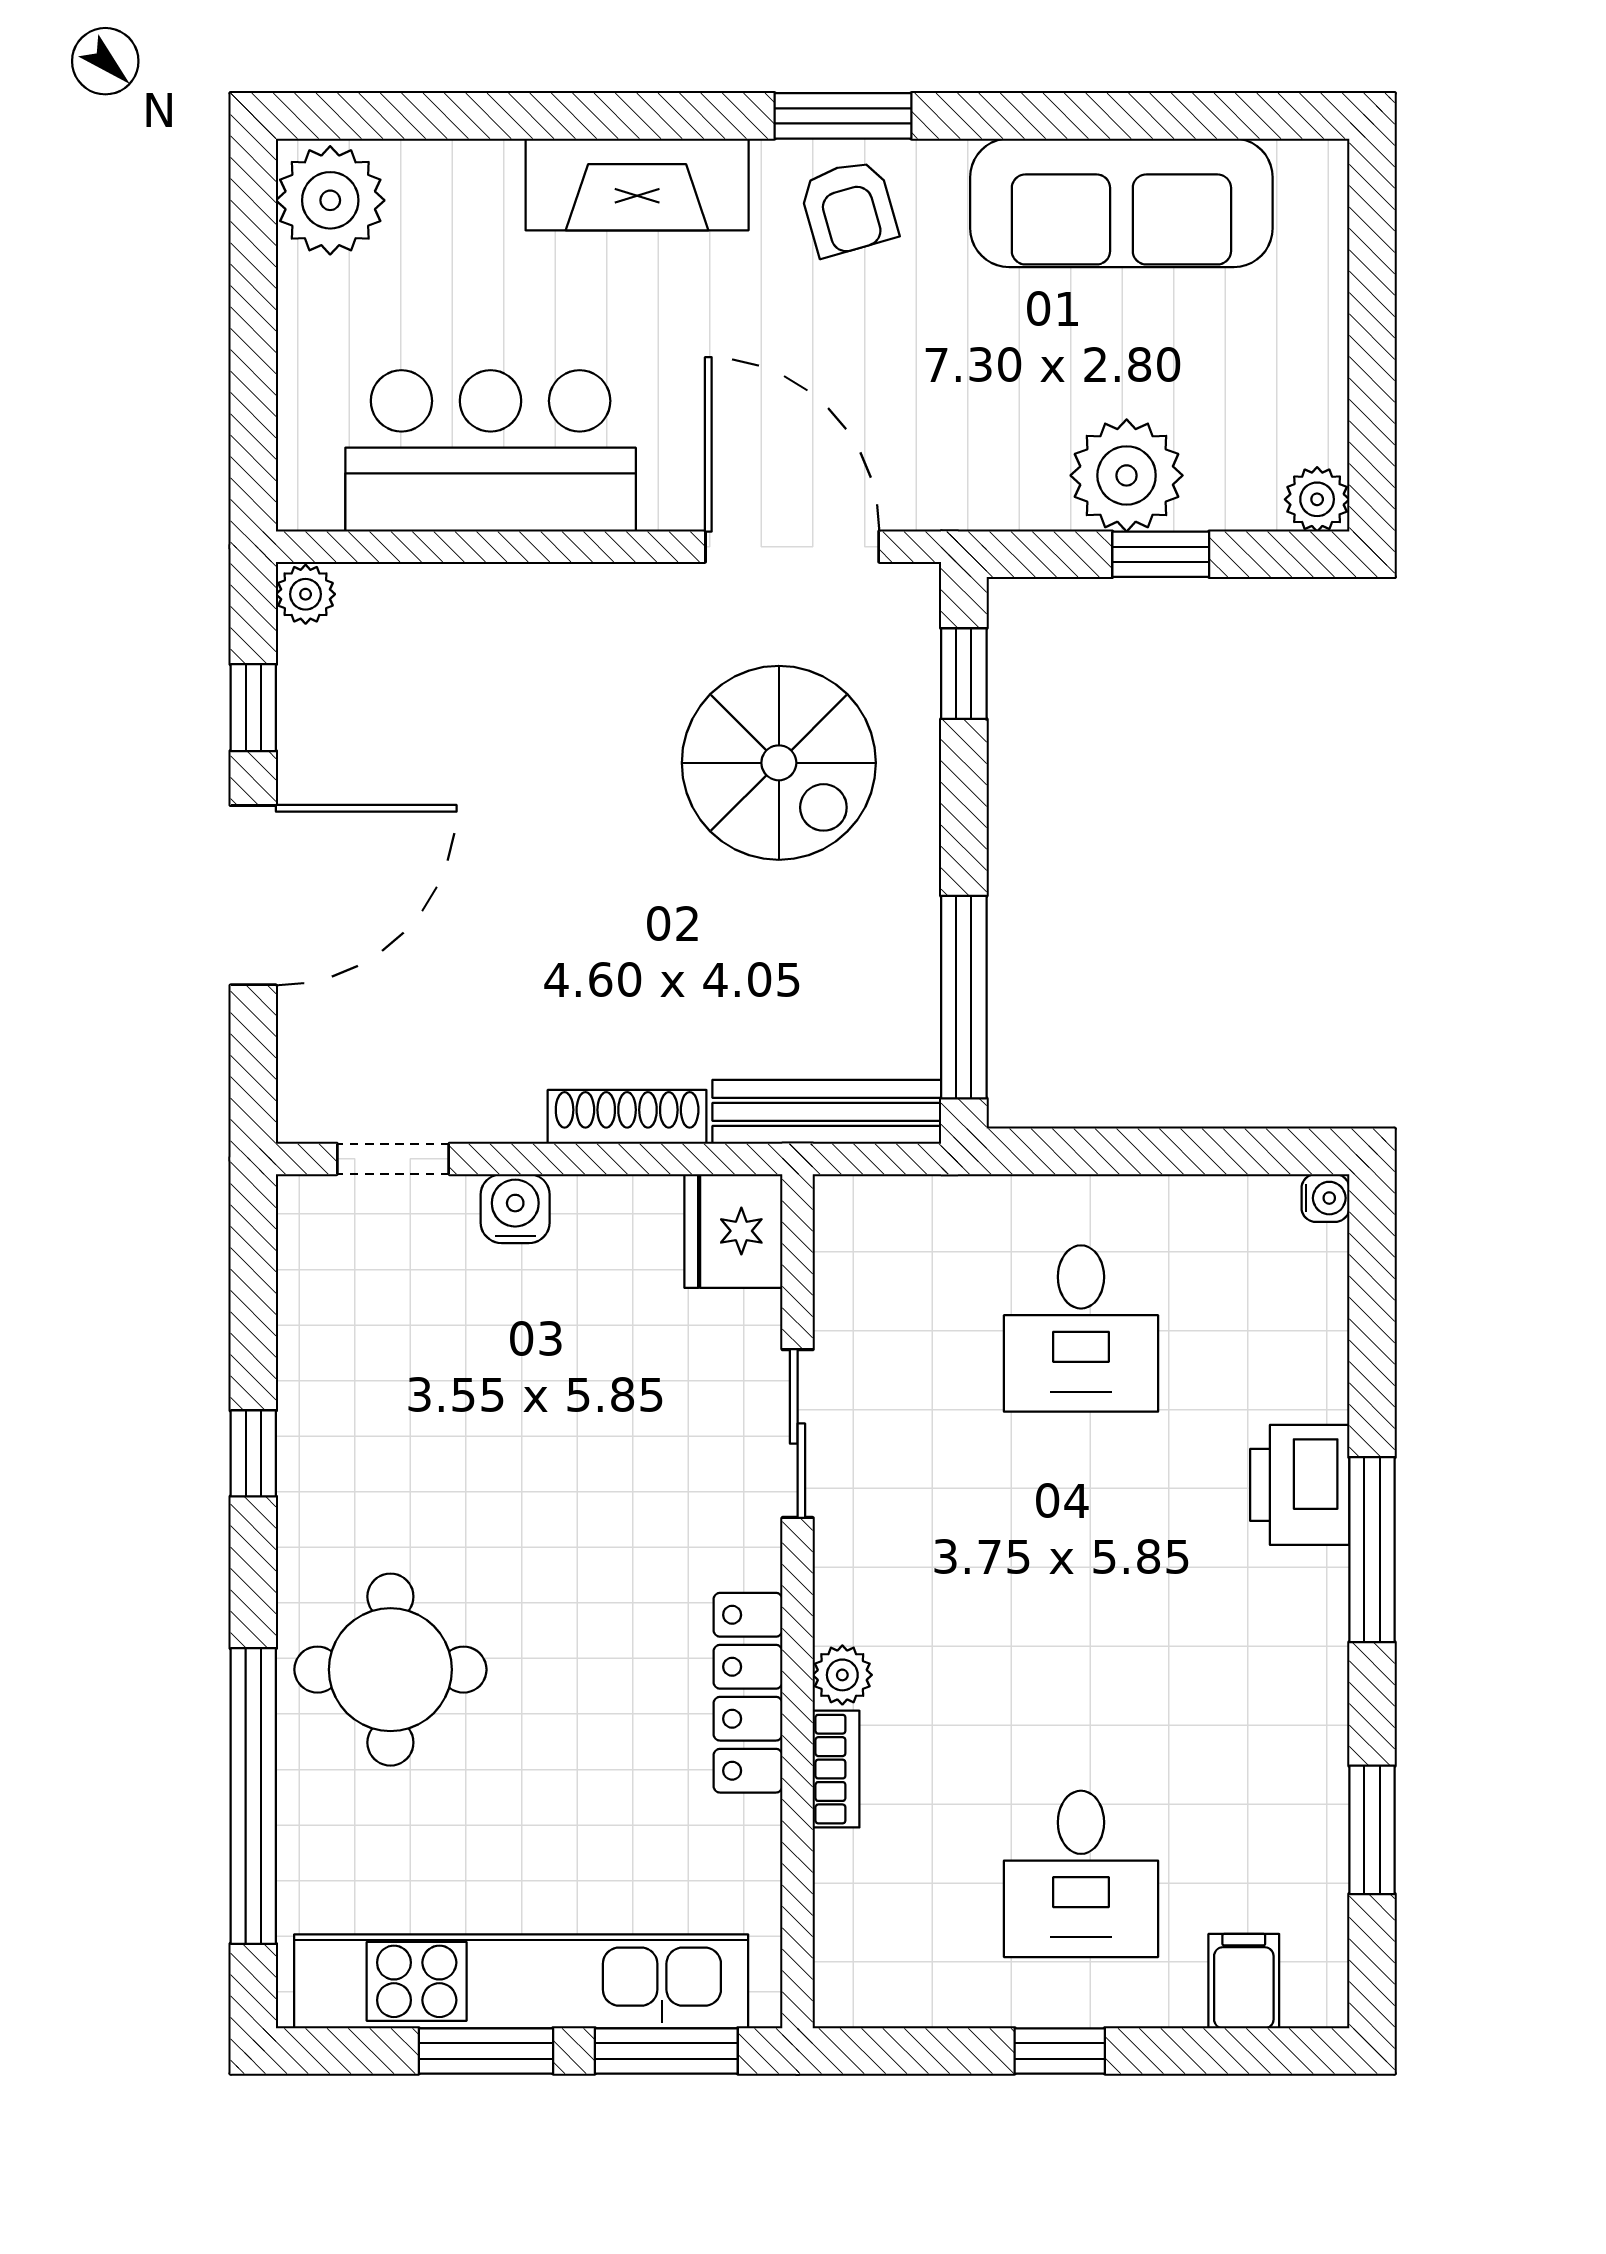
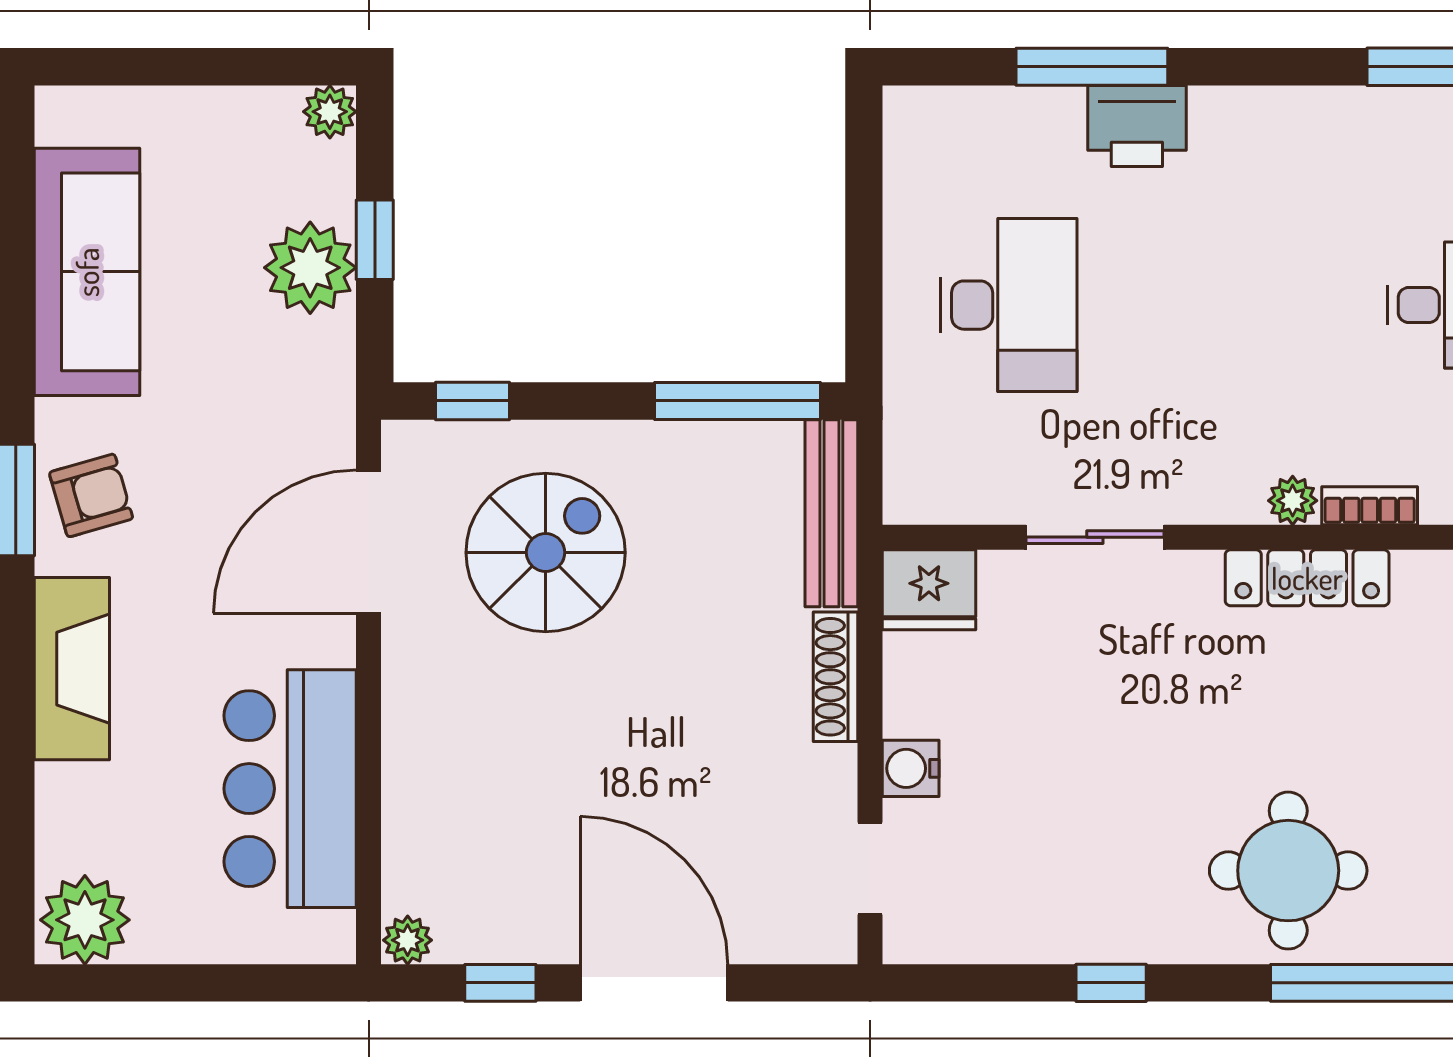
water cooler: (1325, 1198) -> (902, 105), removed
desk: (1081, 1329) -> (1009, 305), width x1.37
window: (1372, 1550) -> (1092, 67), moved

